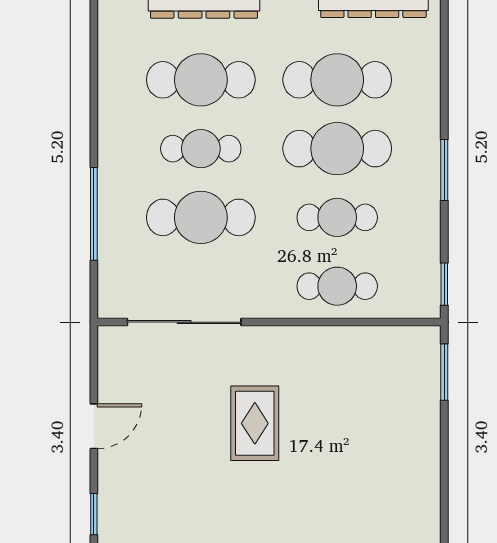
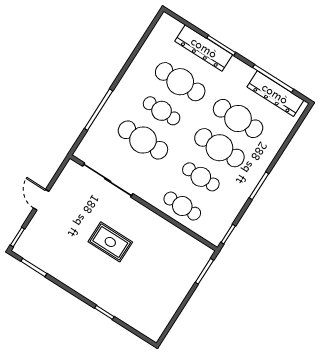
rug: (255, 423) -> (110, 242), turned 90
door: (94, 426) -> (41, 200), swing flipped

